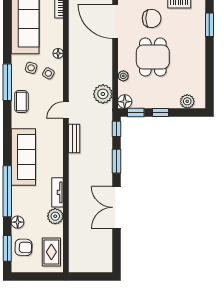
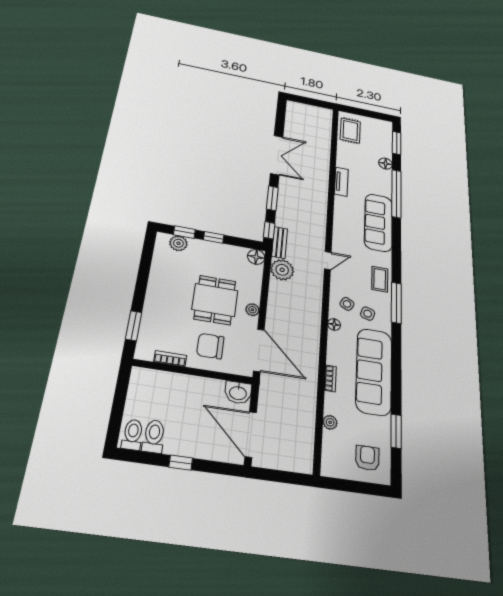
plant: (123, 76) -> (252, 310), moved
window: (136, 113) -> (184, 232), moved
bench: (74, 138) -> (280, 243), moved
plant: (55, 216) -> (345, 161), removed
armchair: (23, 247) -> (380, 140), removed

